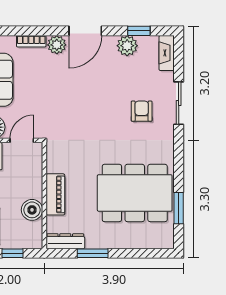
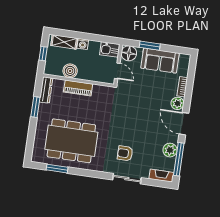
window: (139, 31) -> (179, 159), width x2.17
armchair: (142, 111) -> (125, 153), turned 180
dining table: (135, 193) -> (71, 141), turned 90

